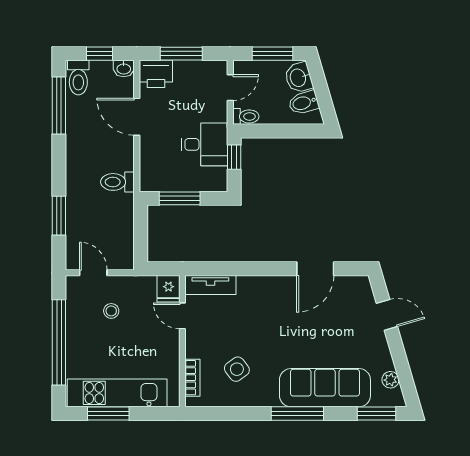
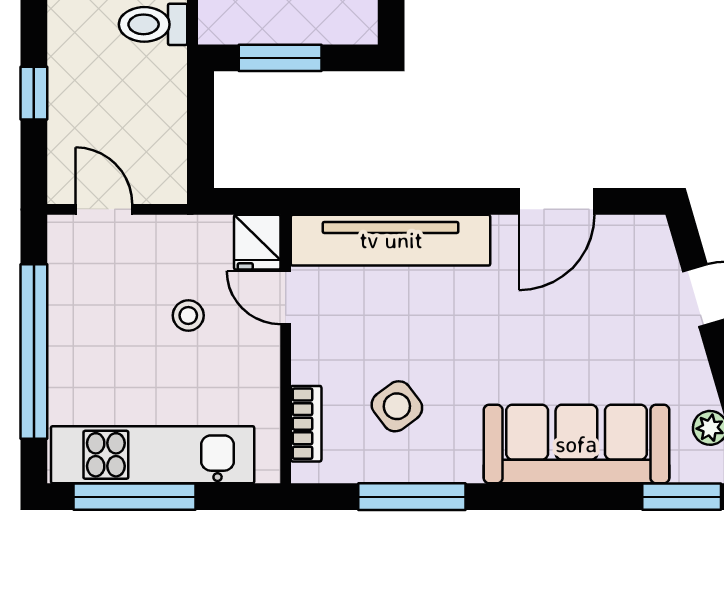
window: (59, 216) -> (34, 93), width x0.67
tv unit: (210, 285) -> (391, 240), width x1.92, depth x1.29
stool: (111, 311) -> (188, 315), moved
window: (108, 413) -> (135, 497), width x1.44
window: (297, 413) -> (412, 497), moved

